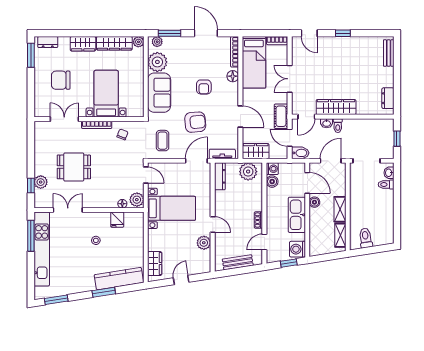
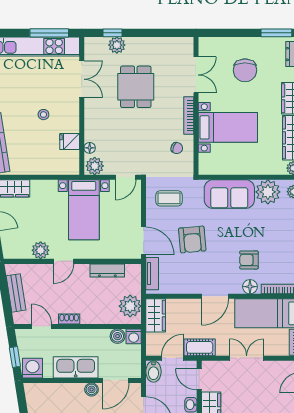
chair: (61, 80) -> (245, 70), turned 180
armchair: (204, 87) -> (249, 260), moved
door: (240, 116) -> (215, 296), moved
dresser: (220, 176) -> (107, 270), moved

